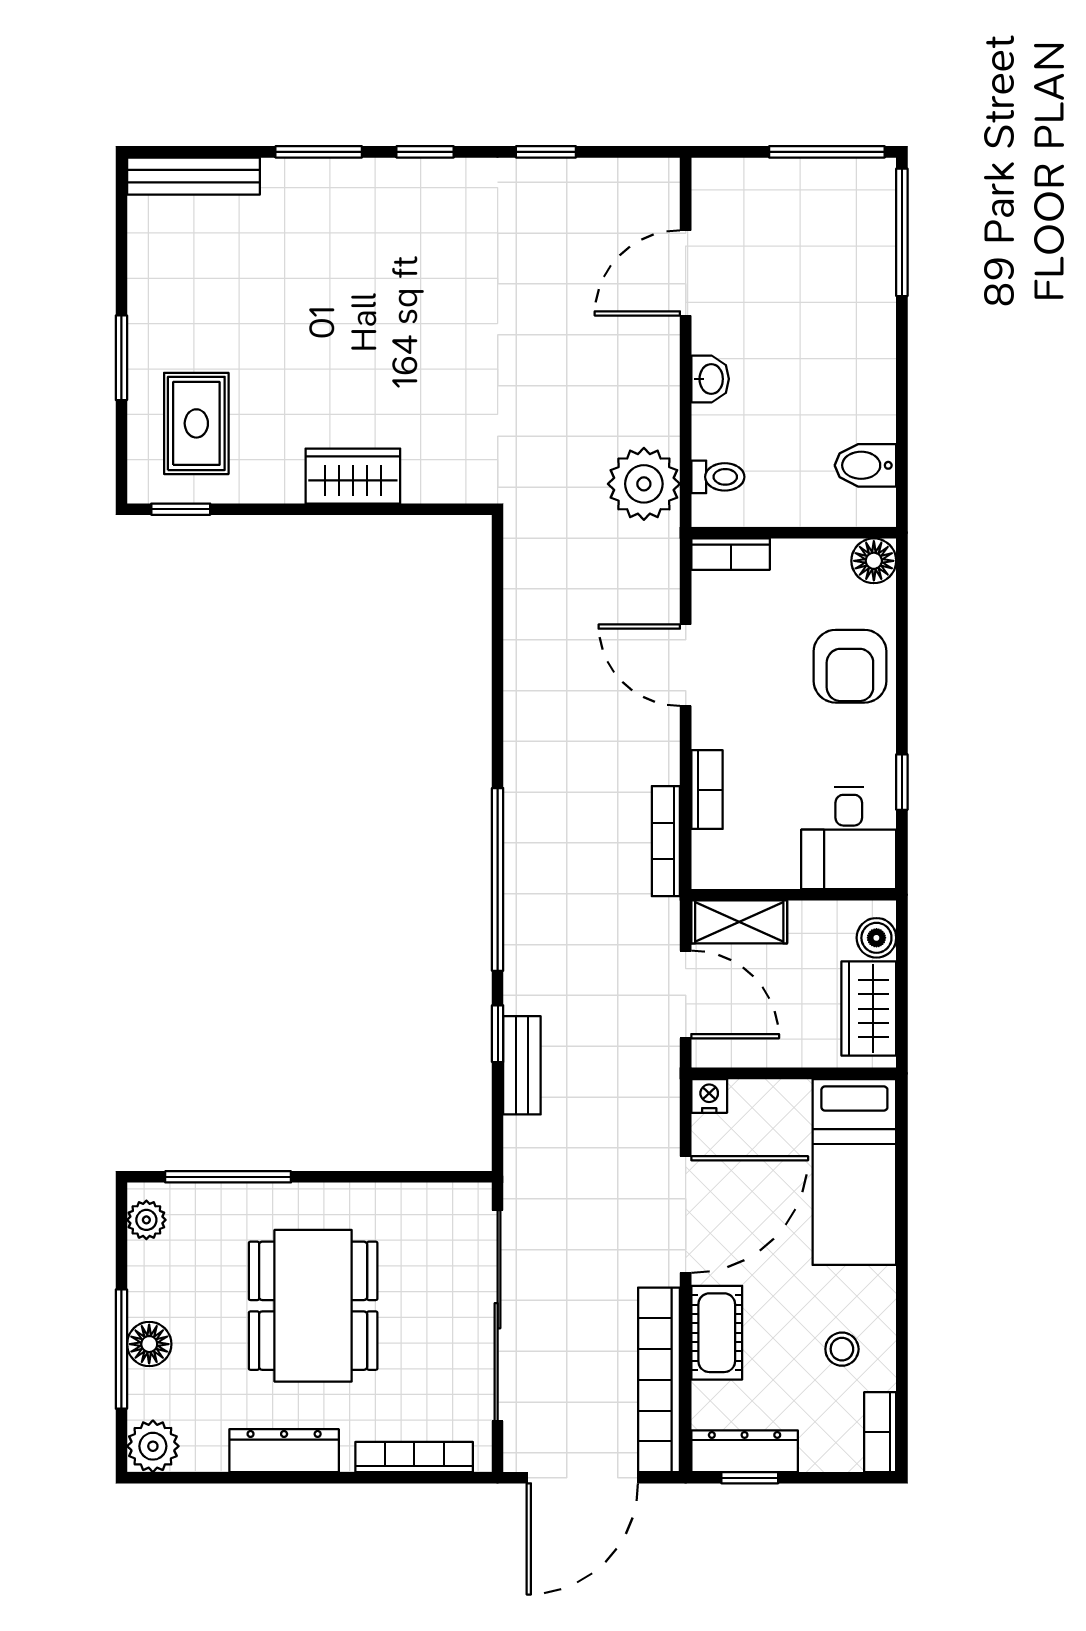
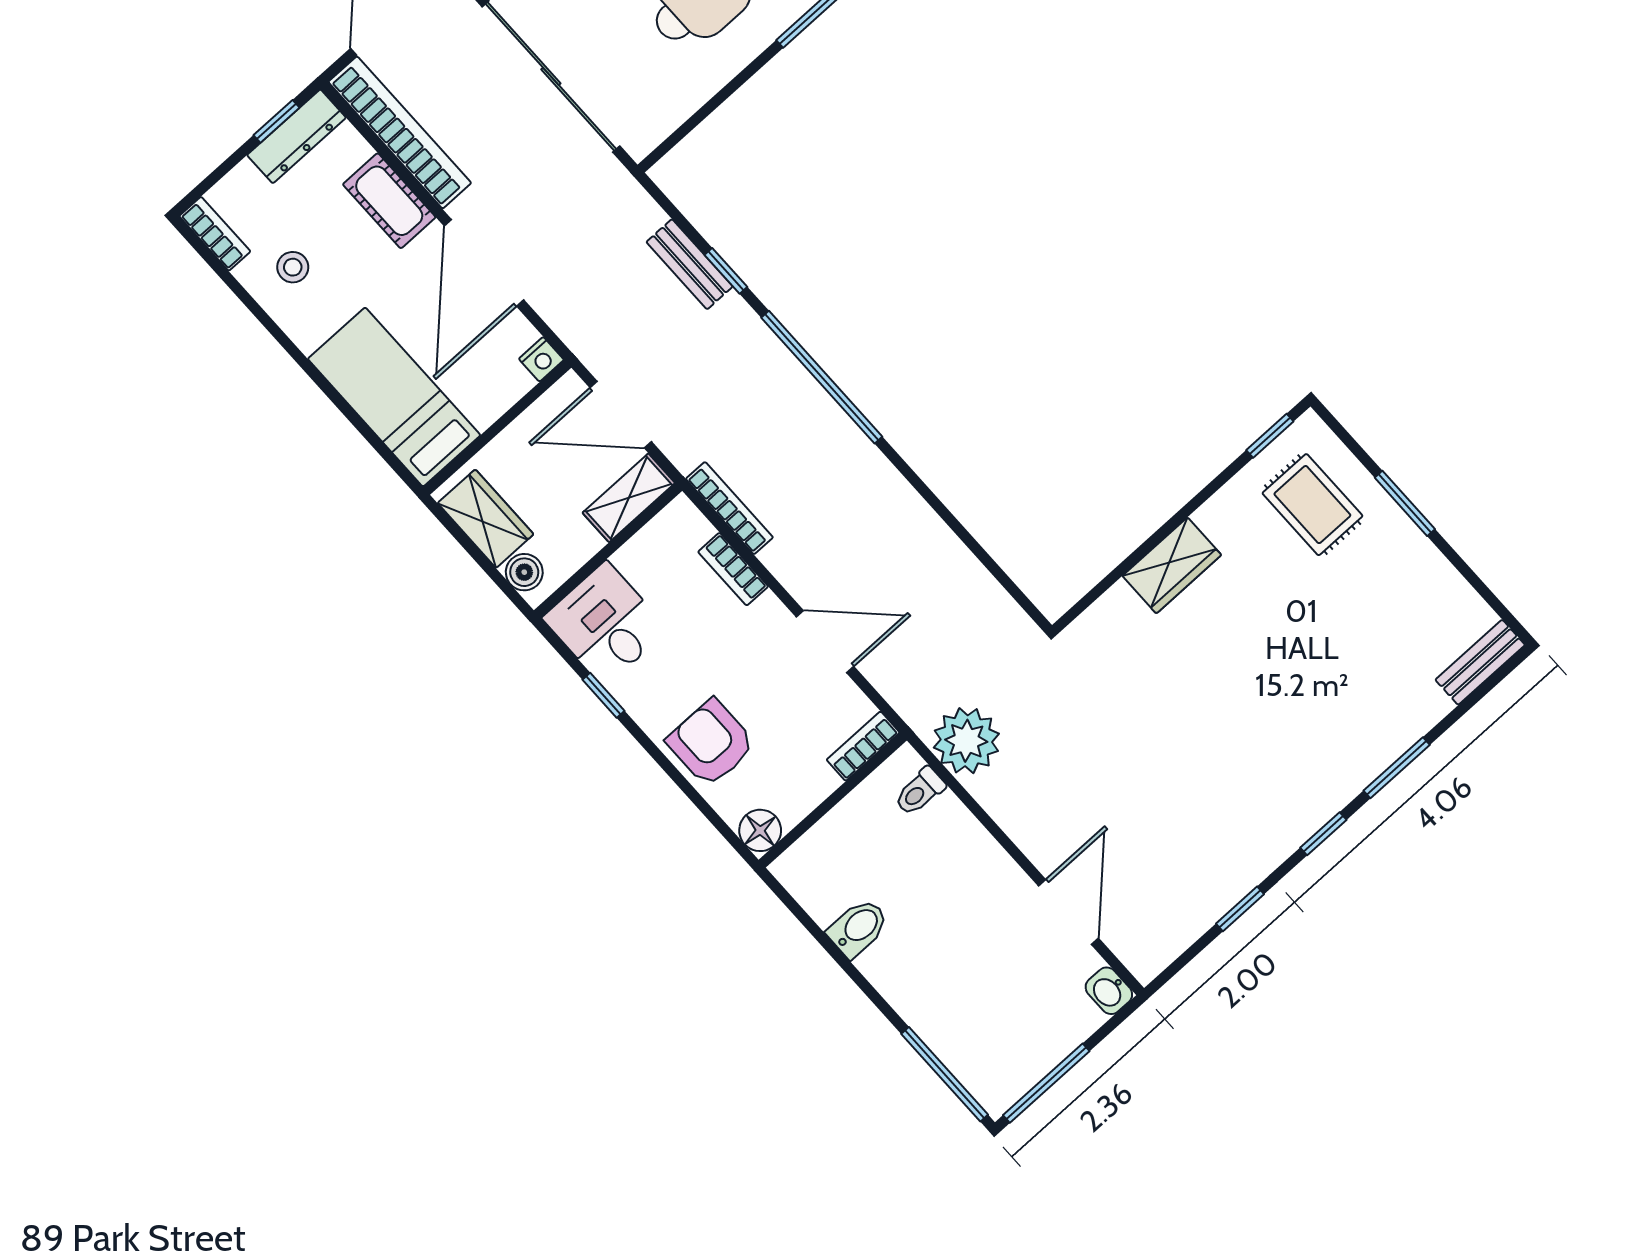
bench: (193, 176) -> (1480, 662), width x0.73
washbasin: (710, 379) -> (1109, 991), moved
bidet: (865, 465) -> (858, 928), moved

